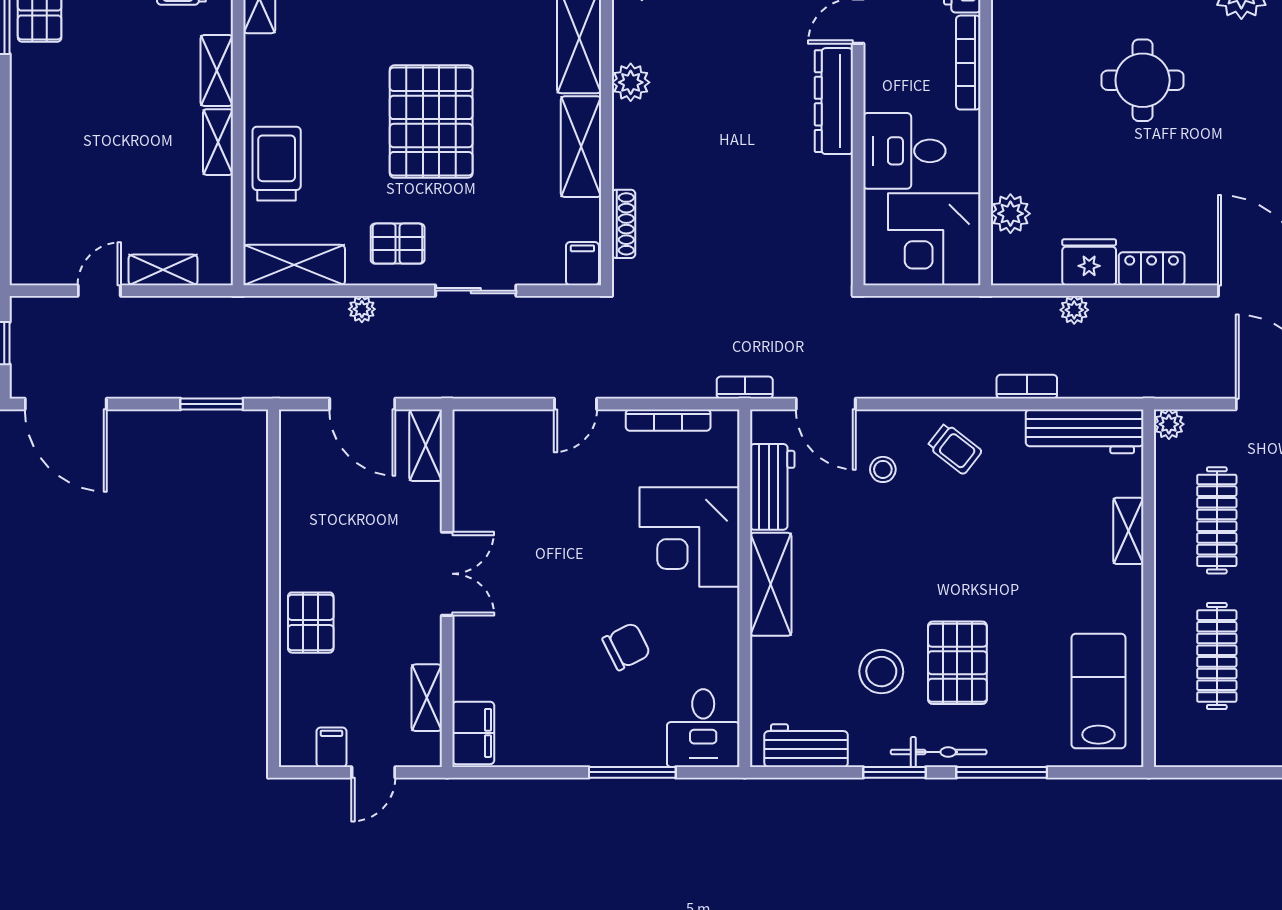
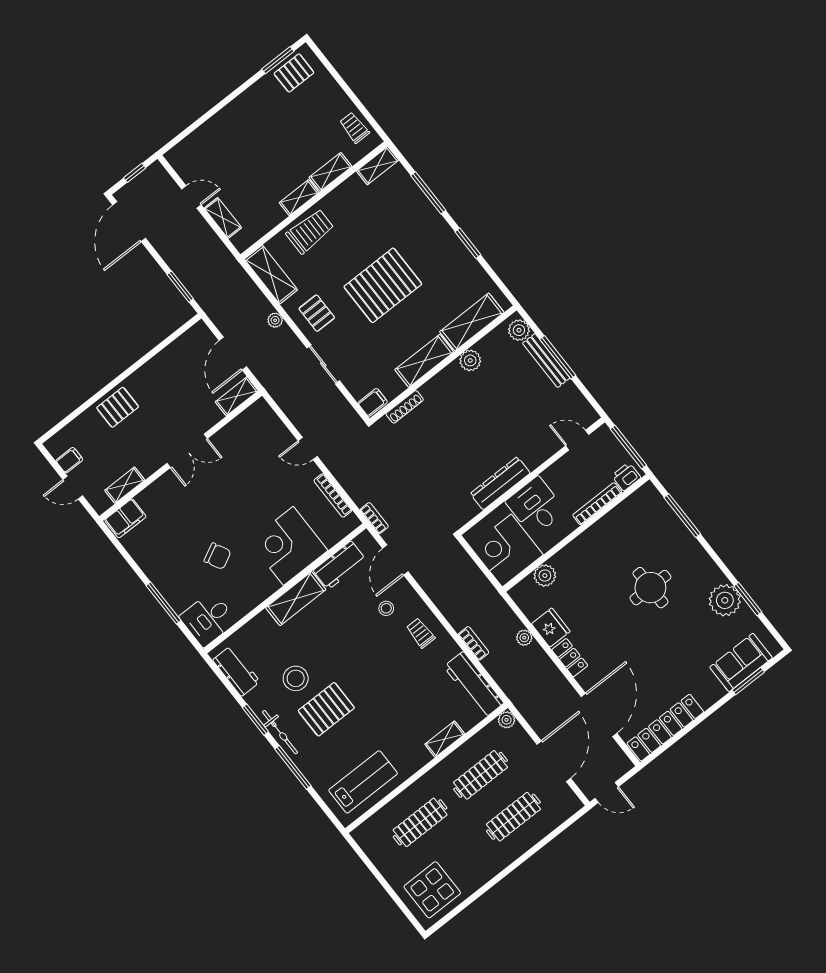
dresser: (834, 101) -> (500, 483), moved
trolley: (955, 449) -> (421, 633), turned 142

